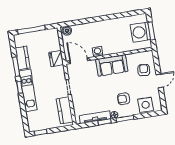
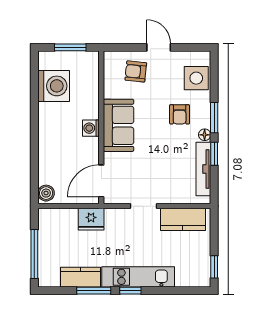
washing machine: (140, 32) -> (54, 86), moved, turned -90
washing machine: (98, 52) -> (91, 128), moved

